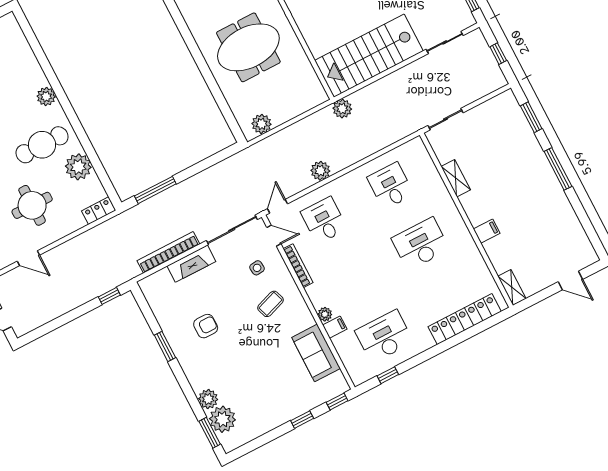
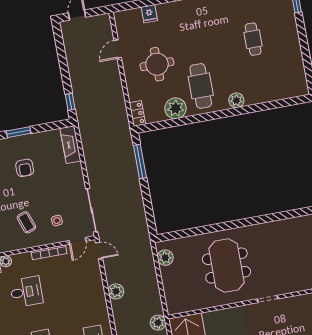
desk: (324, 220) -> (26, 292), moved
bookcase: (168, 252) -> (89, 157), removed
fireplace: (191, 264) -> (71, 145), moved

